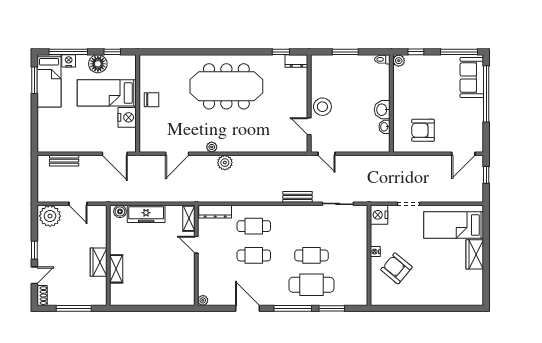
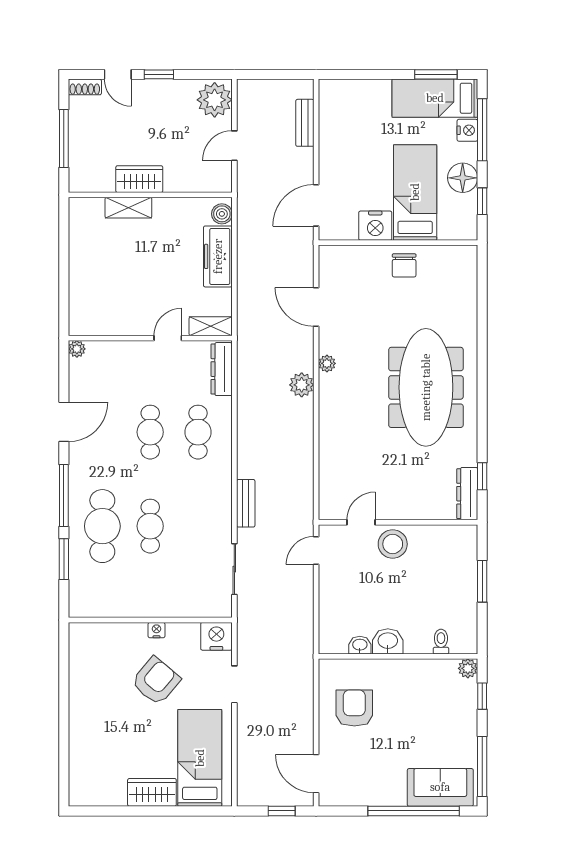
toilet: (382, 59) -> (441, 642), moved
dresser: (296, 61) -> (467, 494), width x1.44
armchair: (396, 268) -> (156, 681), moved

